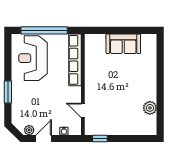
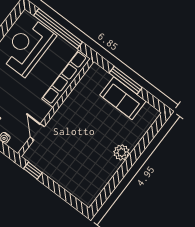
window: (116, 30) -> (126, 80), added
plant: (150, 108) -> (121, 152), moved

